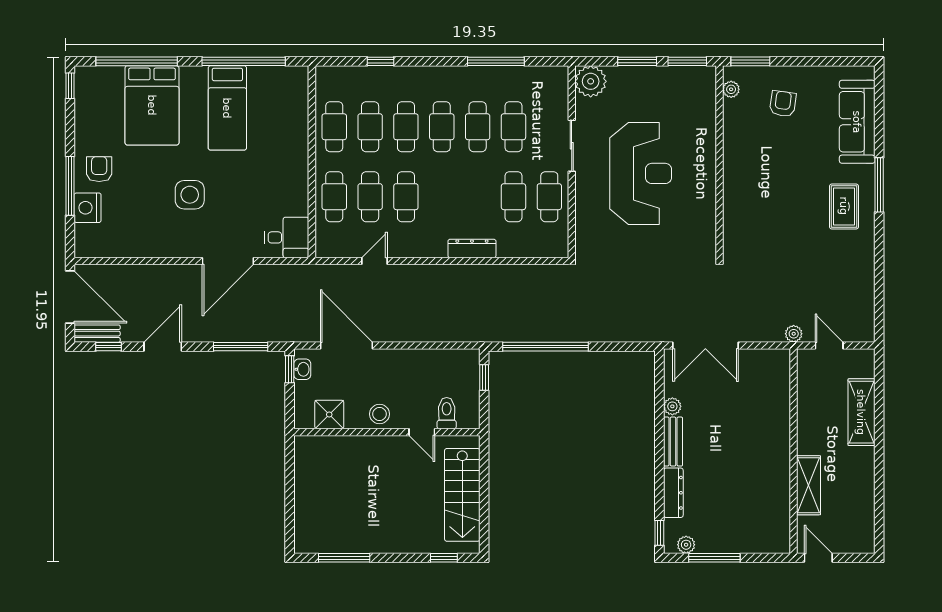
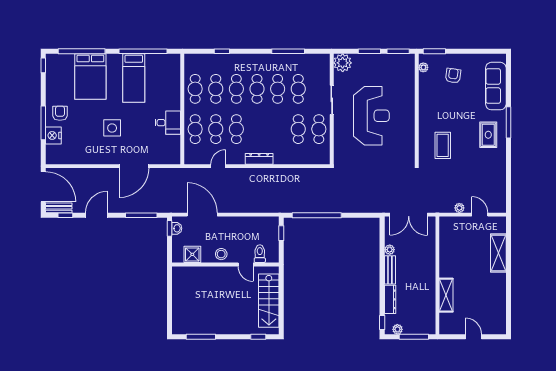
coffee table: (765, 225) -> (443, 145), added
desk: (287, 237) -> (168, 123), moved
dresser: (472, 248) -> (259, 159), moved
wall: (794, 451) -> (437, 275), moved
shelving: (809, 485) -> (446, 295), moved

